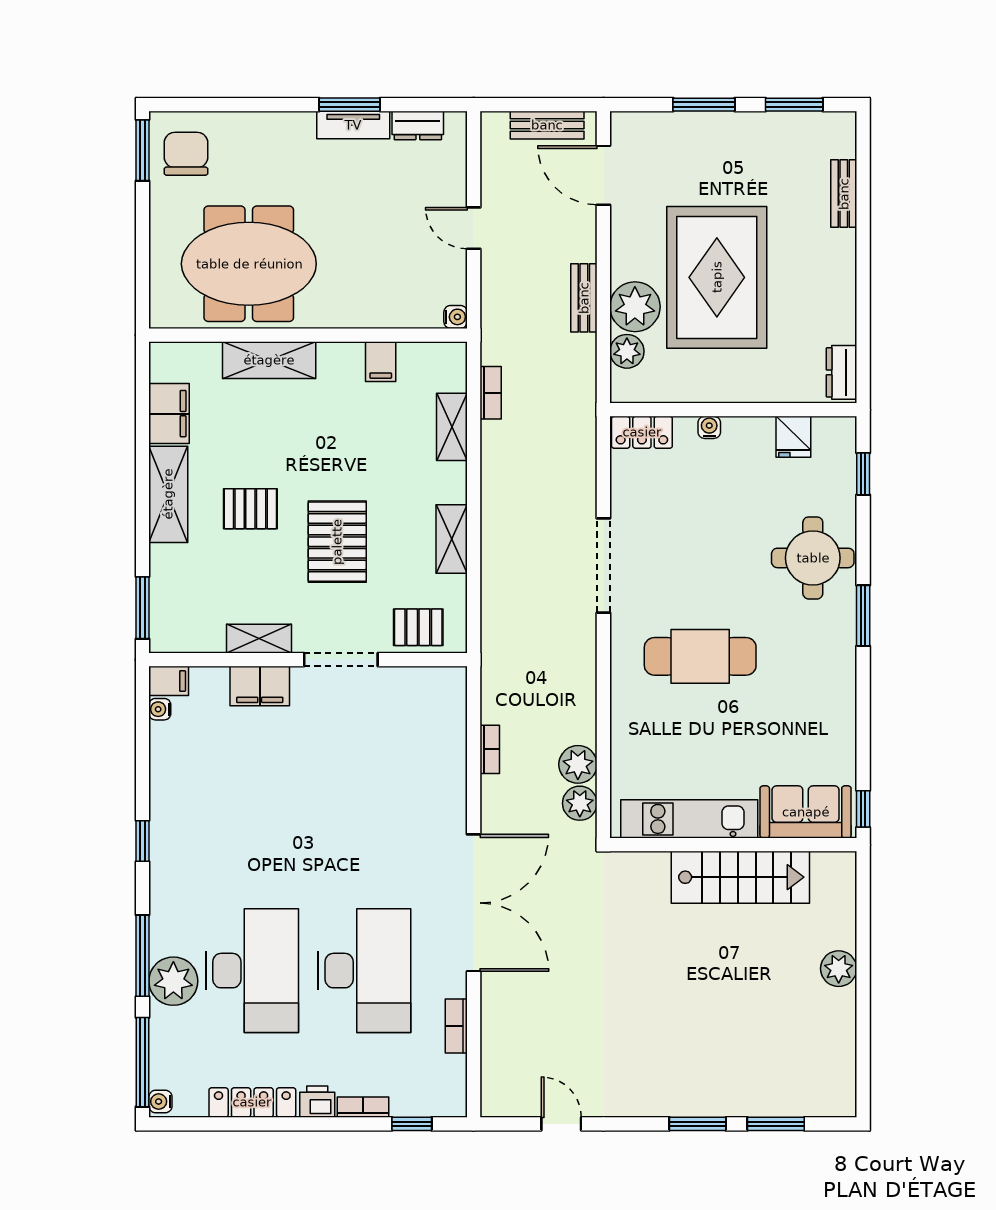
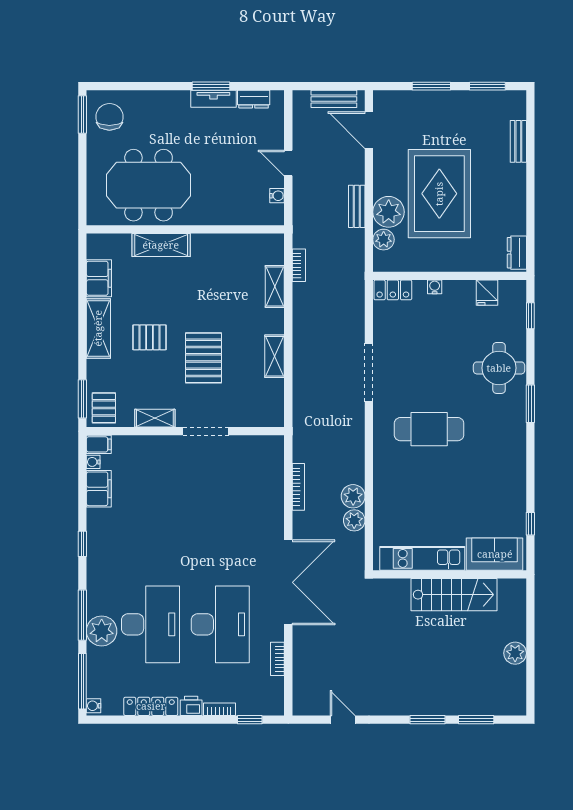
water cooler: (456, 317) -> (277, 196), moved
filing cabinet: (381, 362) -> (231, 246), removed
pallet: (418, 627) -> (104, 408), moved, turned 90
filing cabinet: (260, 686) -> (99, 489), moved, turned -90
bookcase: (490, 749) -> (298, 487), width x1.56
sofa: (806, 812) -> (495, 554), moved
kitchen unit: (689, 819) -> (422, 558), moved
wall: (733, 845) -> (450, 574), moved
stairs: (740, 877) -> (454, 595), moved
plant: (839, 969) -> (515, 653), moved

